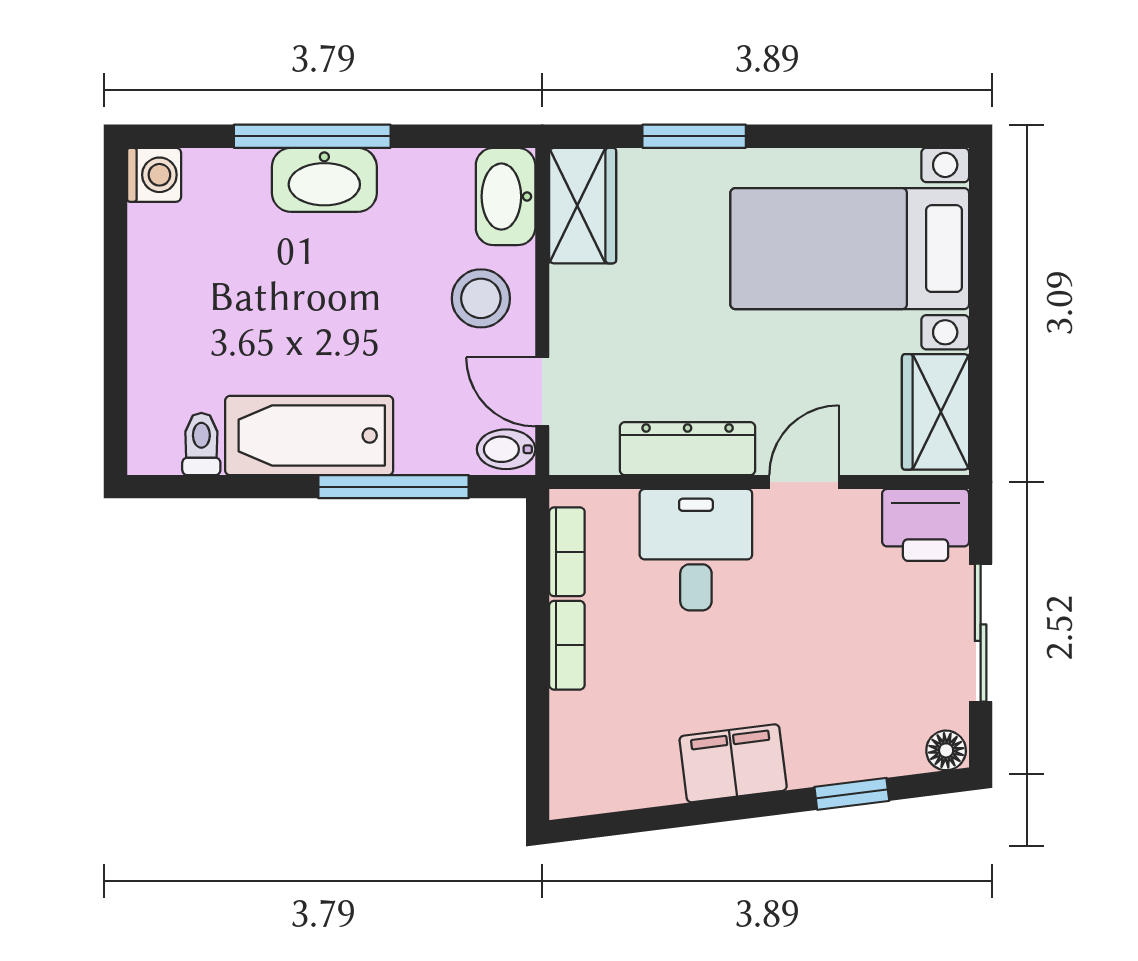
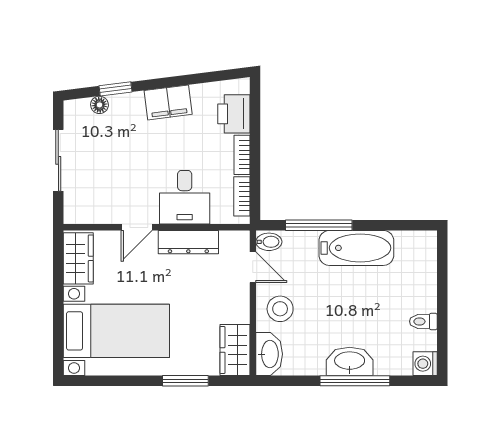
toilet: (201, 444) -> (423, 321), moved, turned 90
printer: (926, 525) -> (234, 114), moved, turned -90
floor lamp: (946, 750) -> (99, 105), moved

